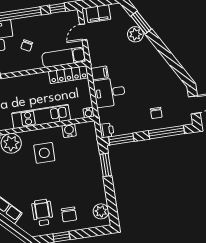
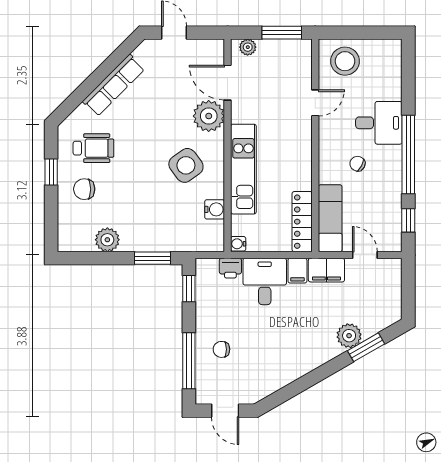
filing cabinet: (98, 14) -> (326, 270), moved, turned -90
printer: (107, 130) -> (230, 268), moved
window: (121, 139) -> (189, 289), width x0.67
side table: (44, 153) -> (186, 165), turned -36
plant: (101, 211) -> (107, 240), moved

